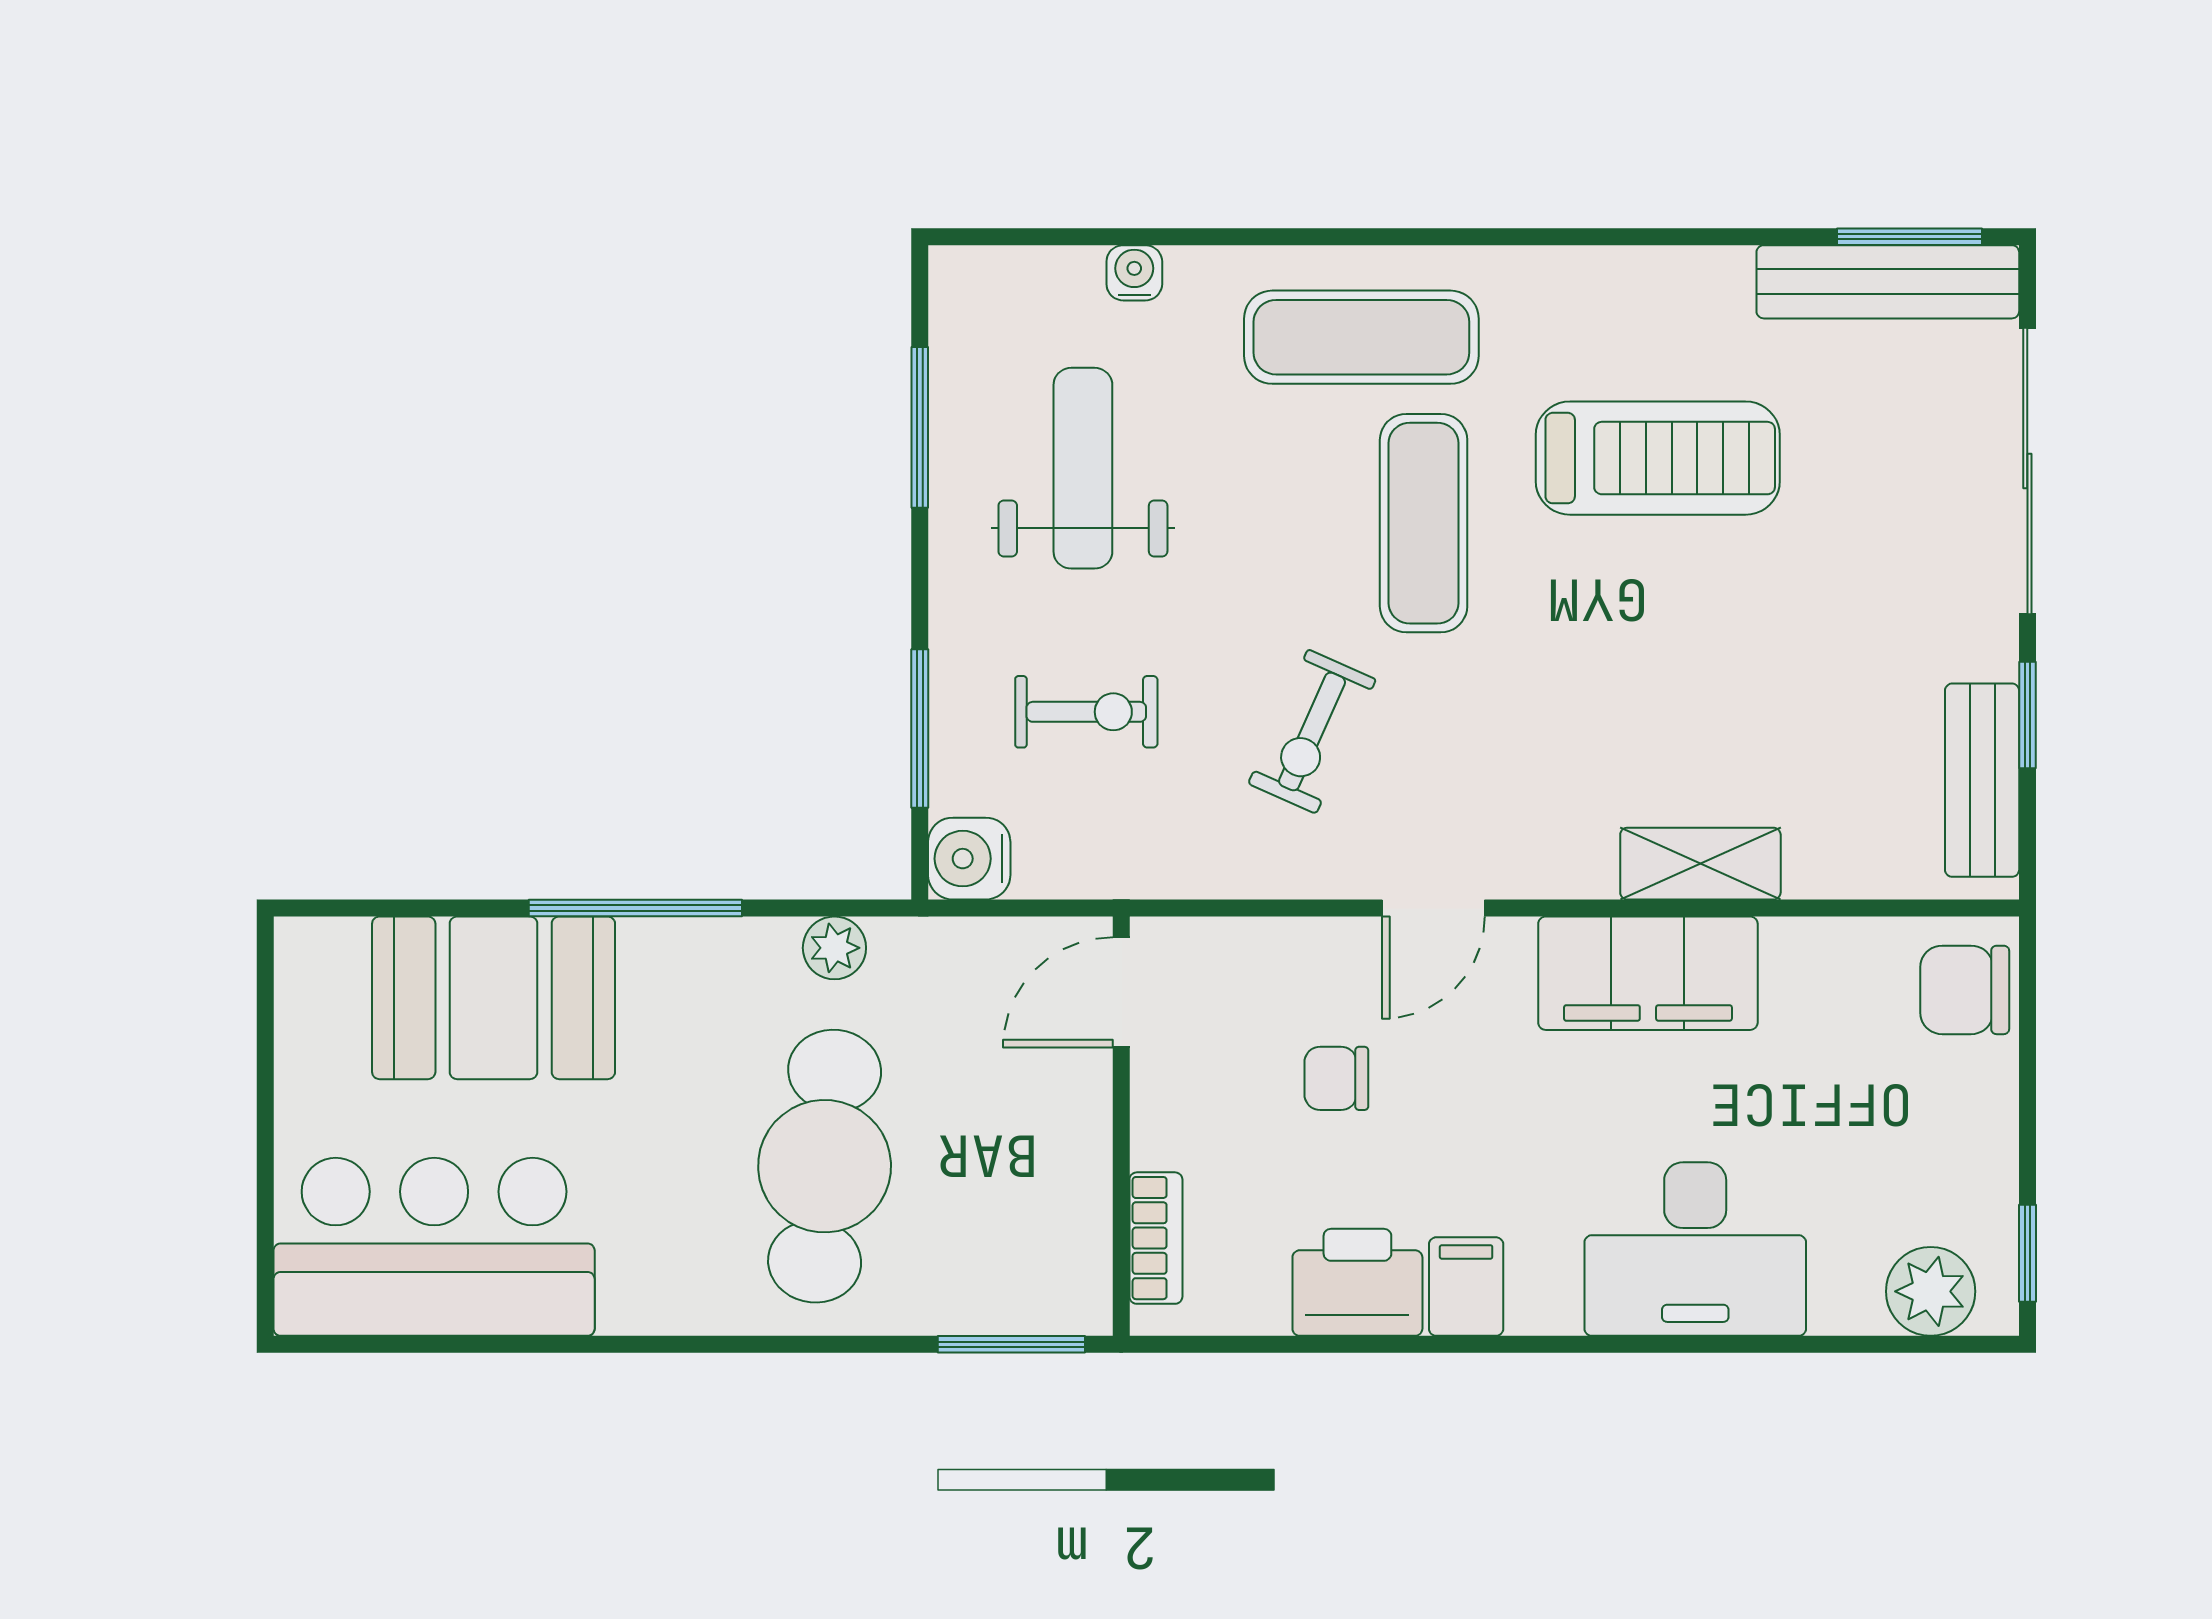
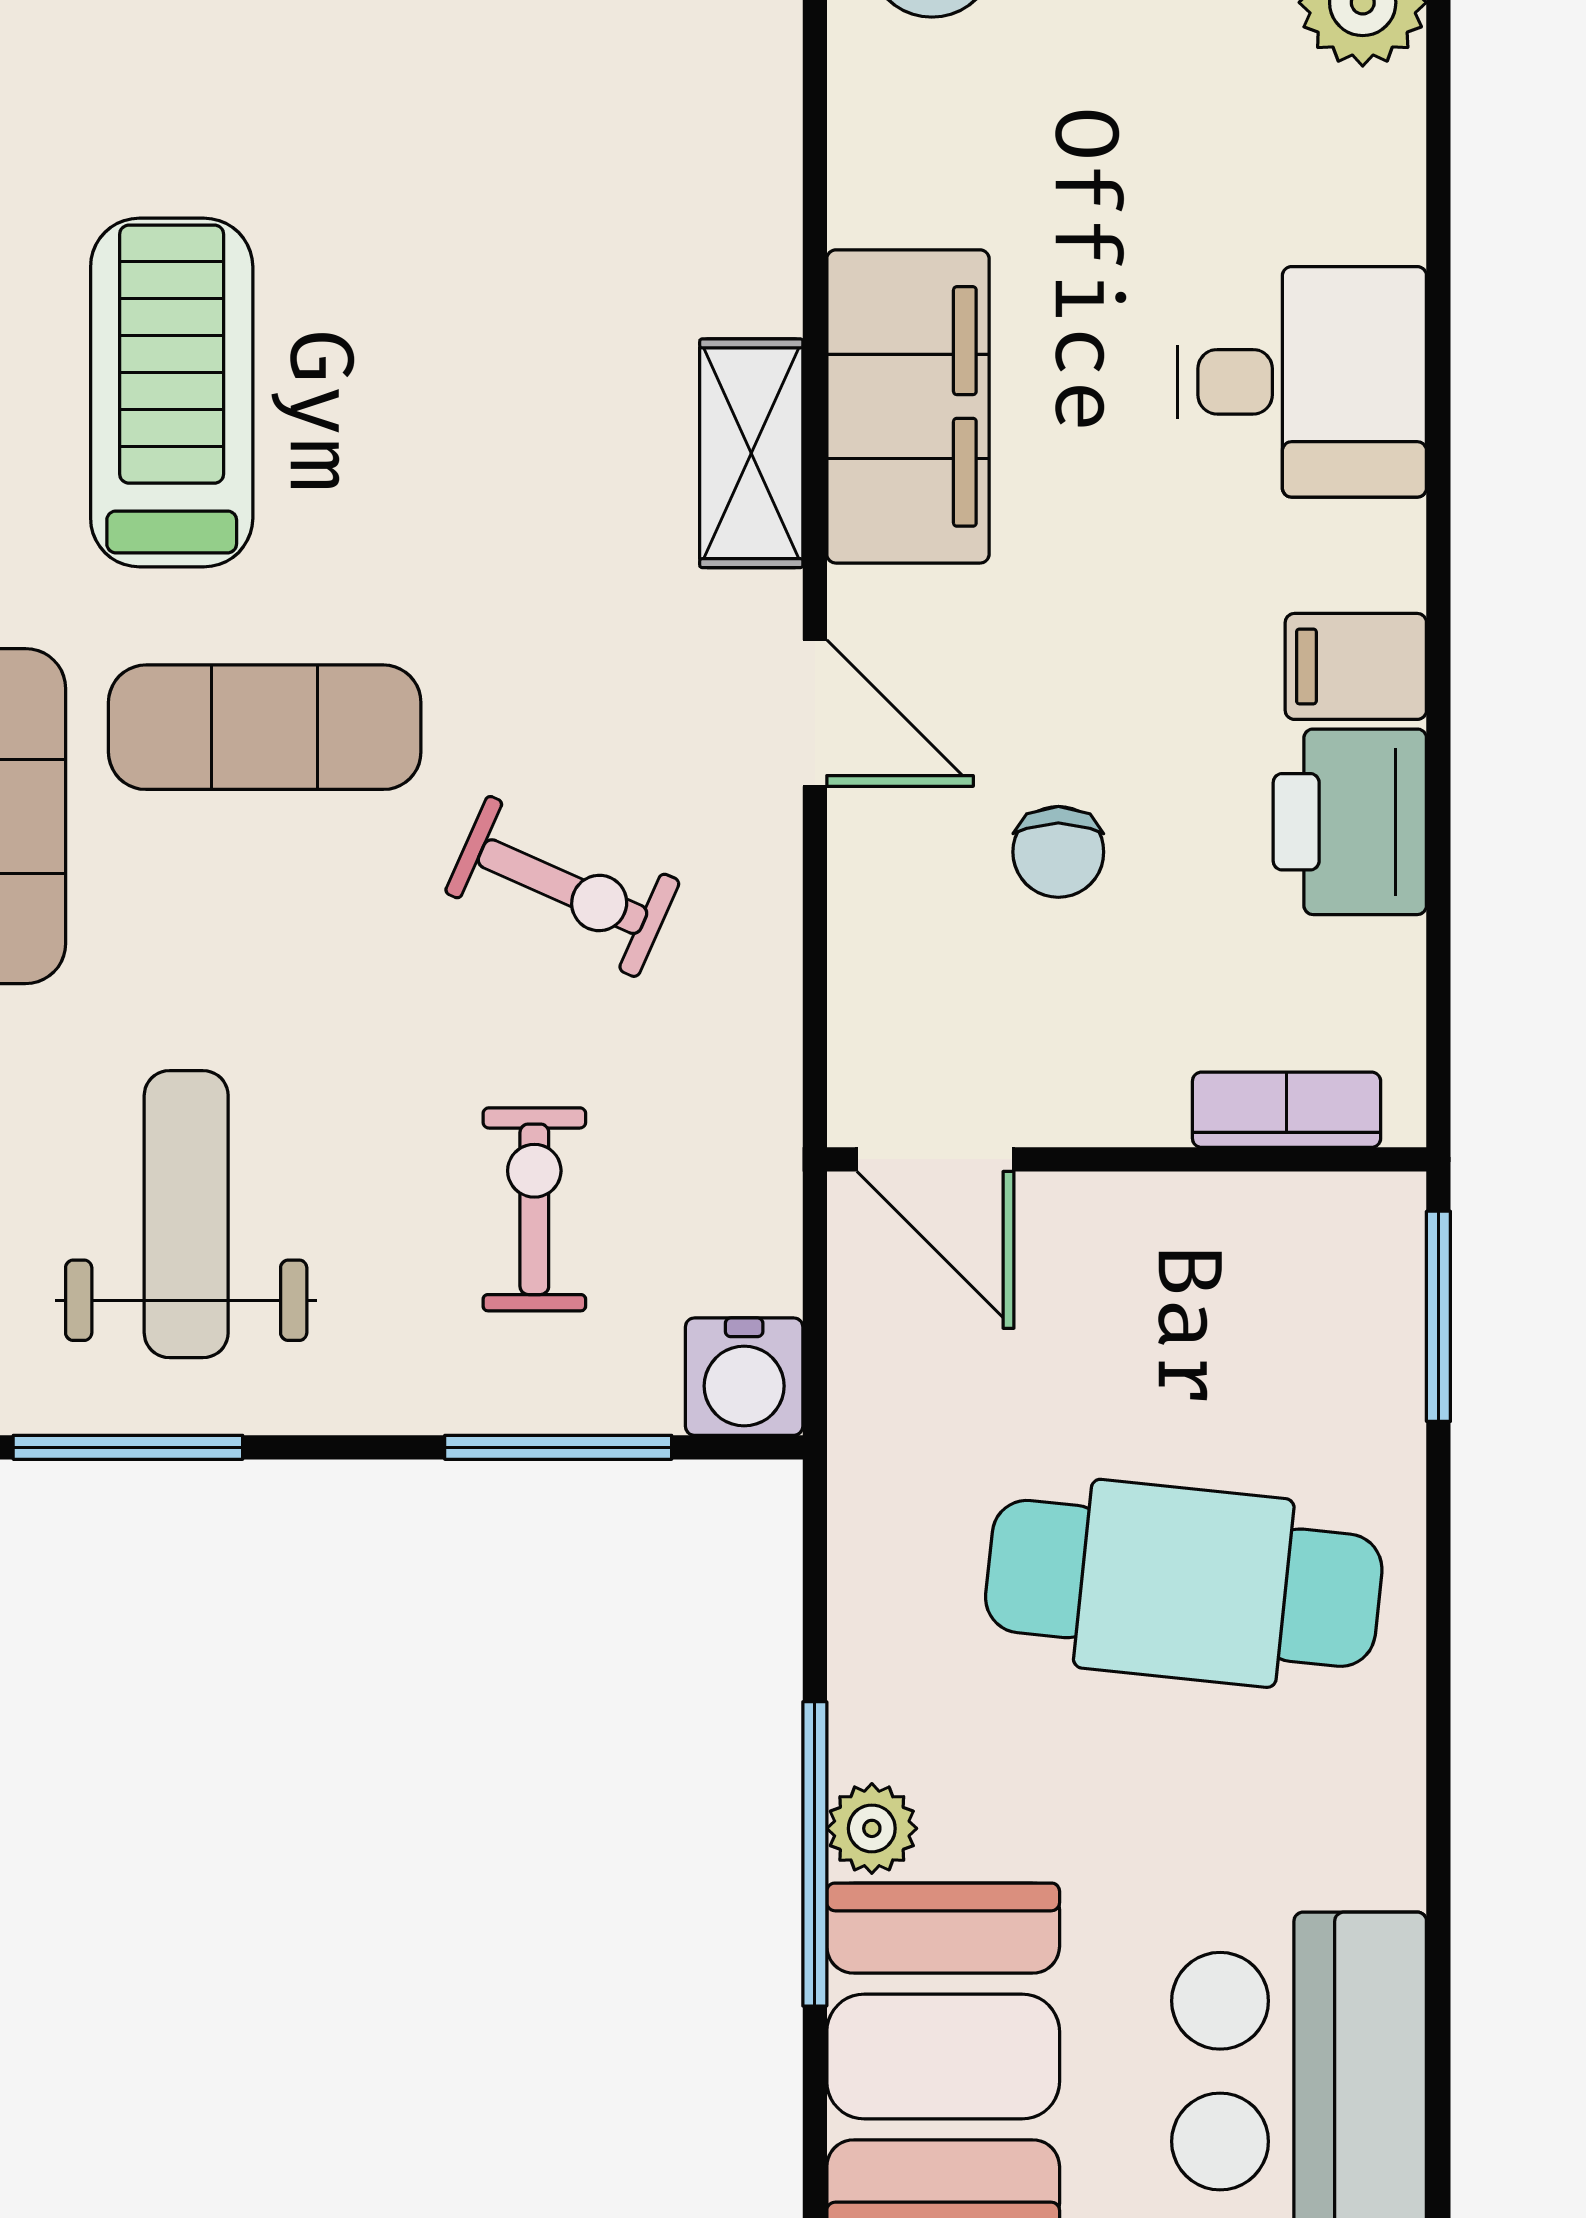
weight bench: (1083, 468) -> (186, 1214), turned 90
shelving: (1700, 864) -> (751, 453), moved
plant: (834, 948) -> (872, 1828), moved
desk: (1695, 1249) -> (1302, 382), width x0.73

